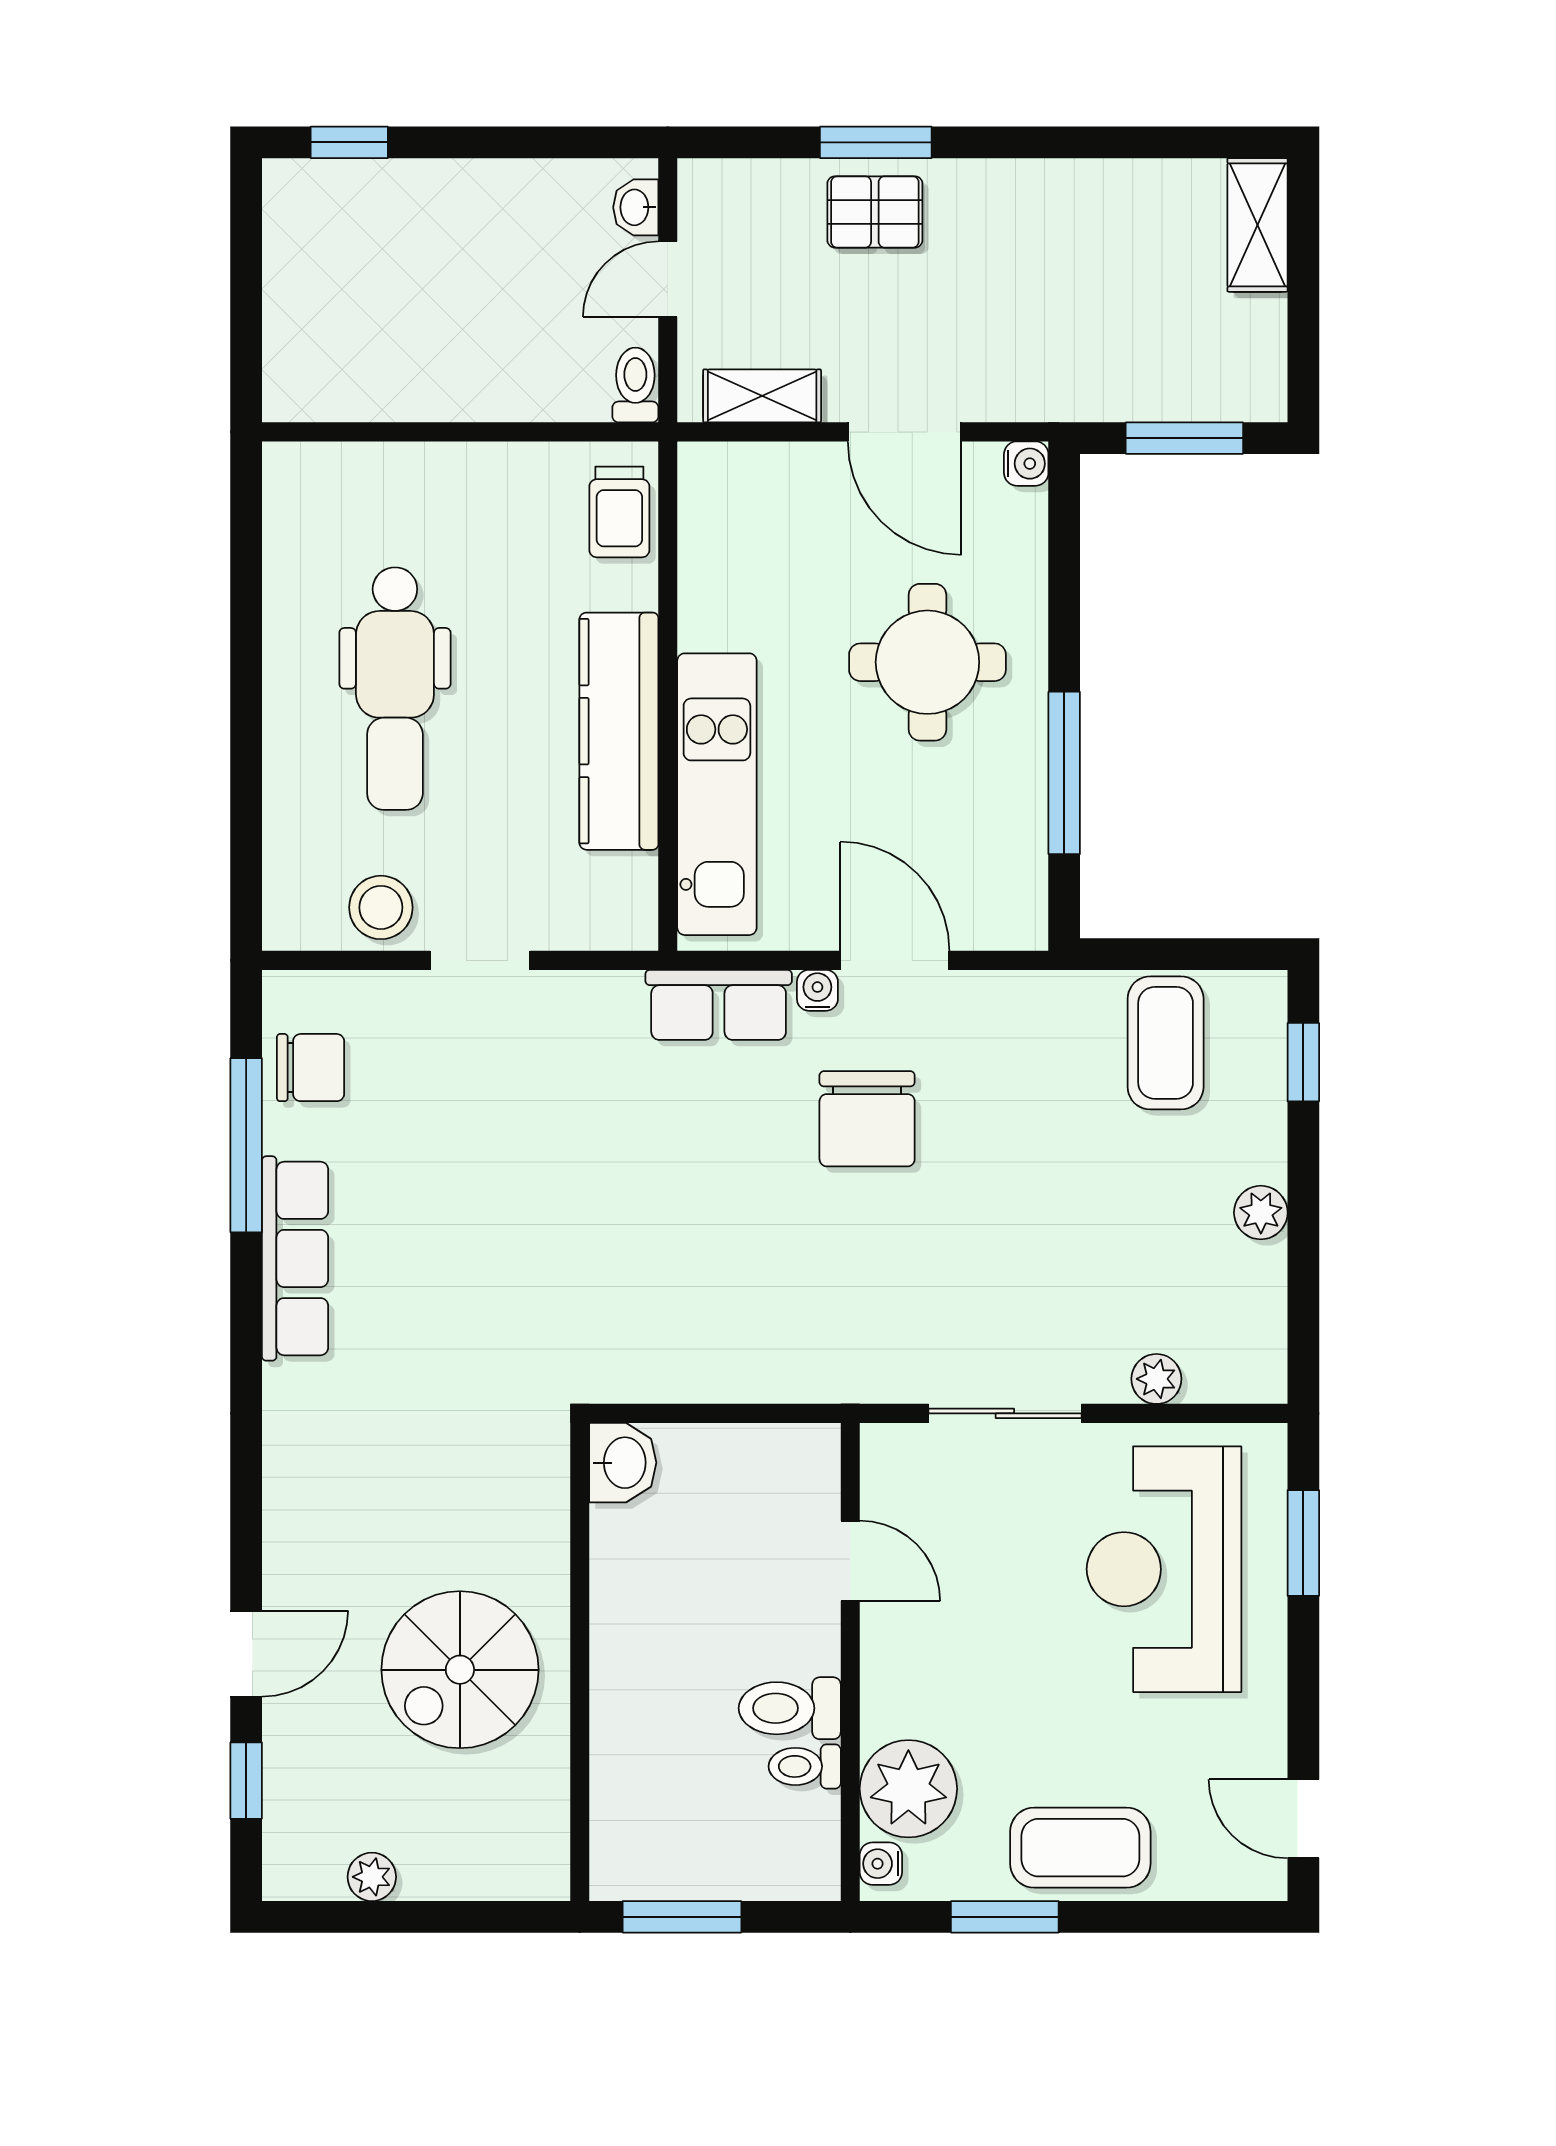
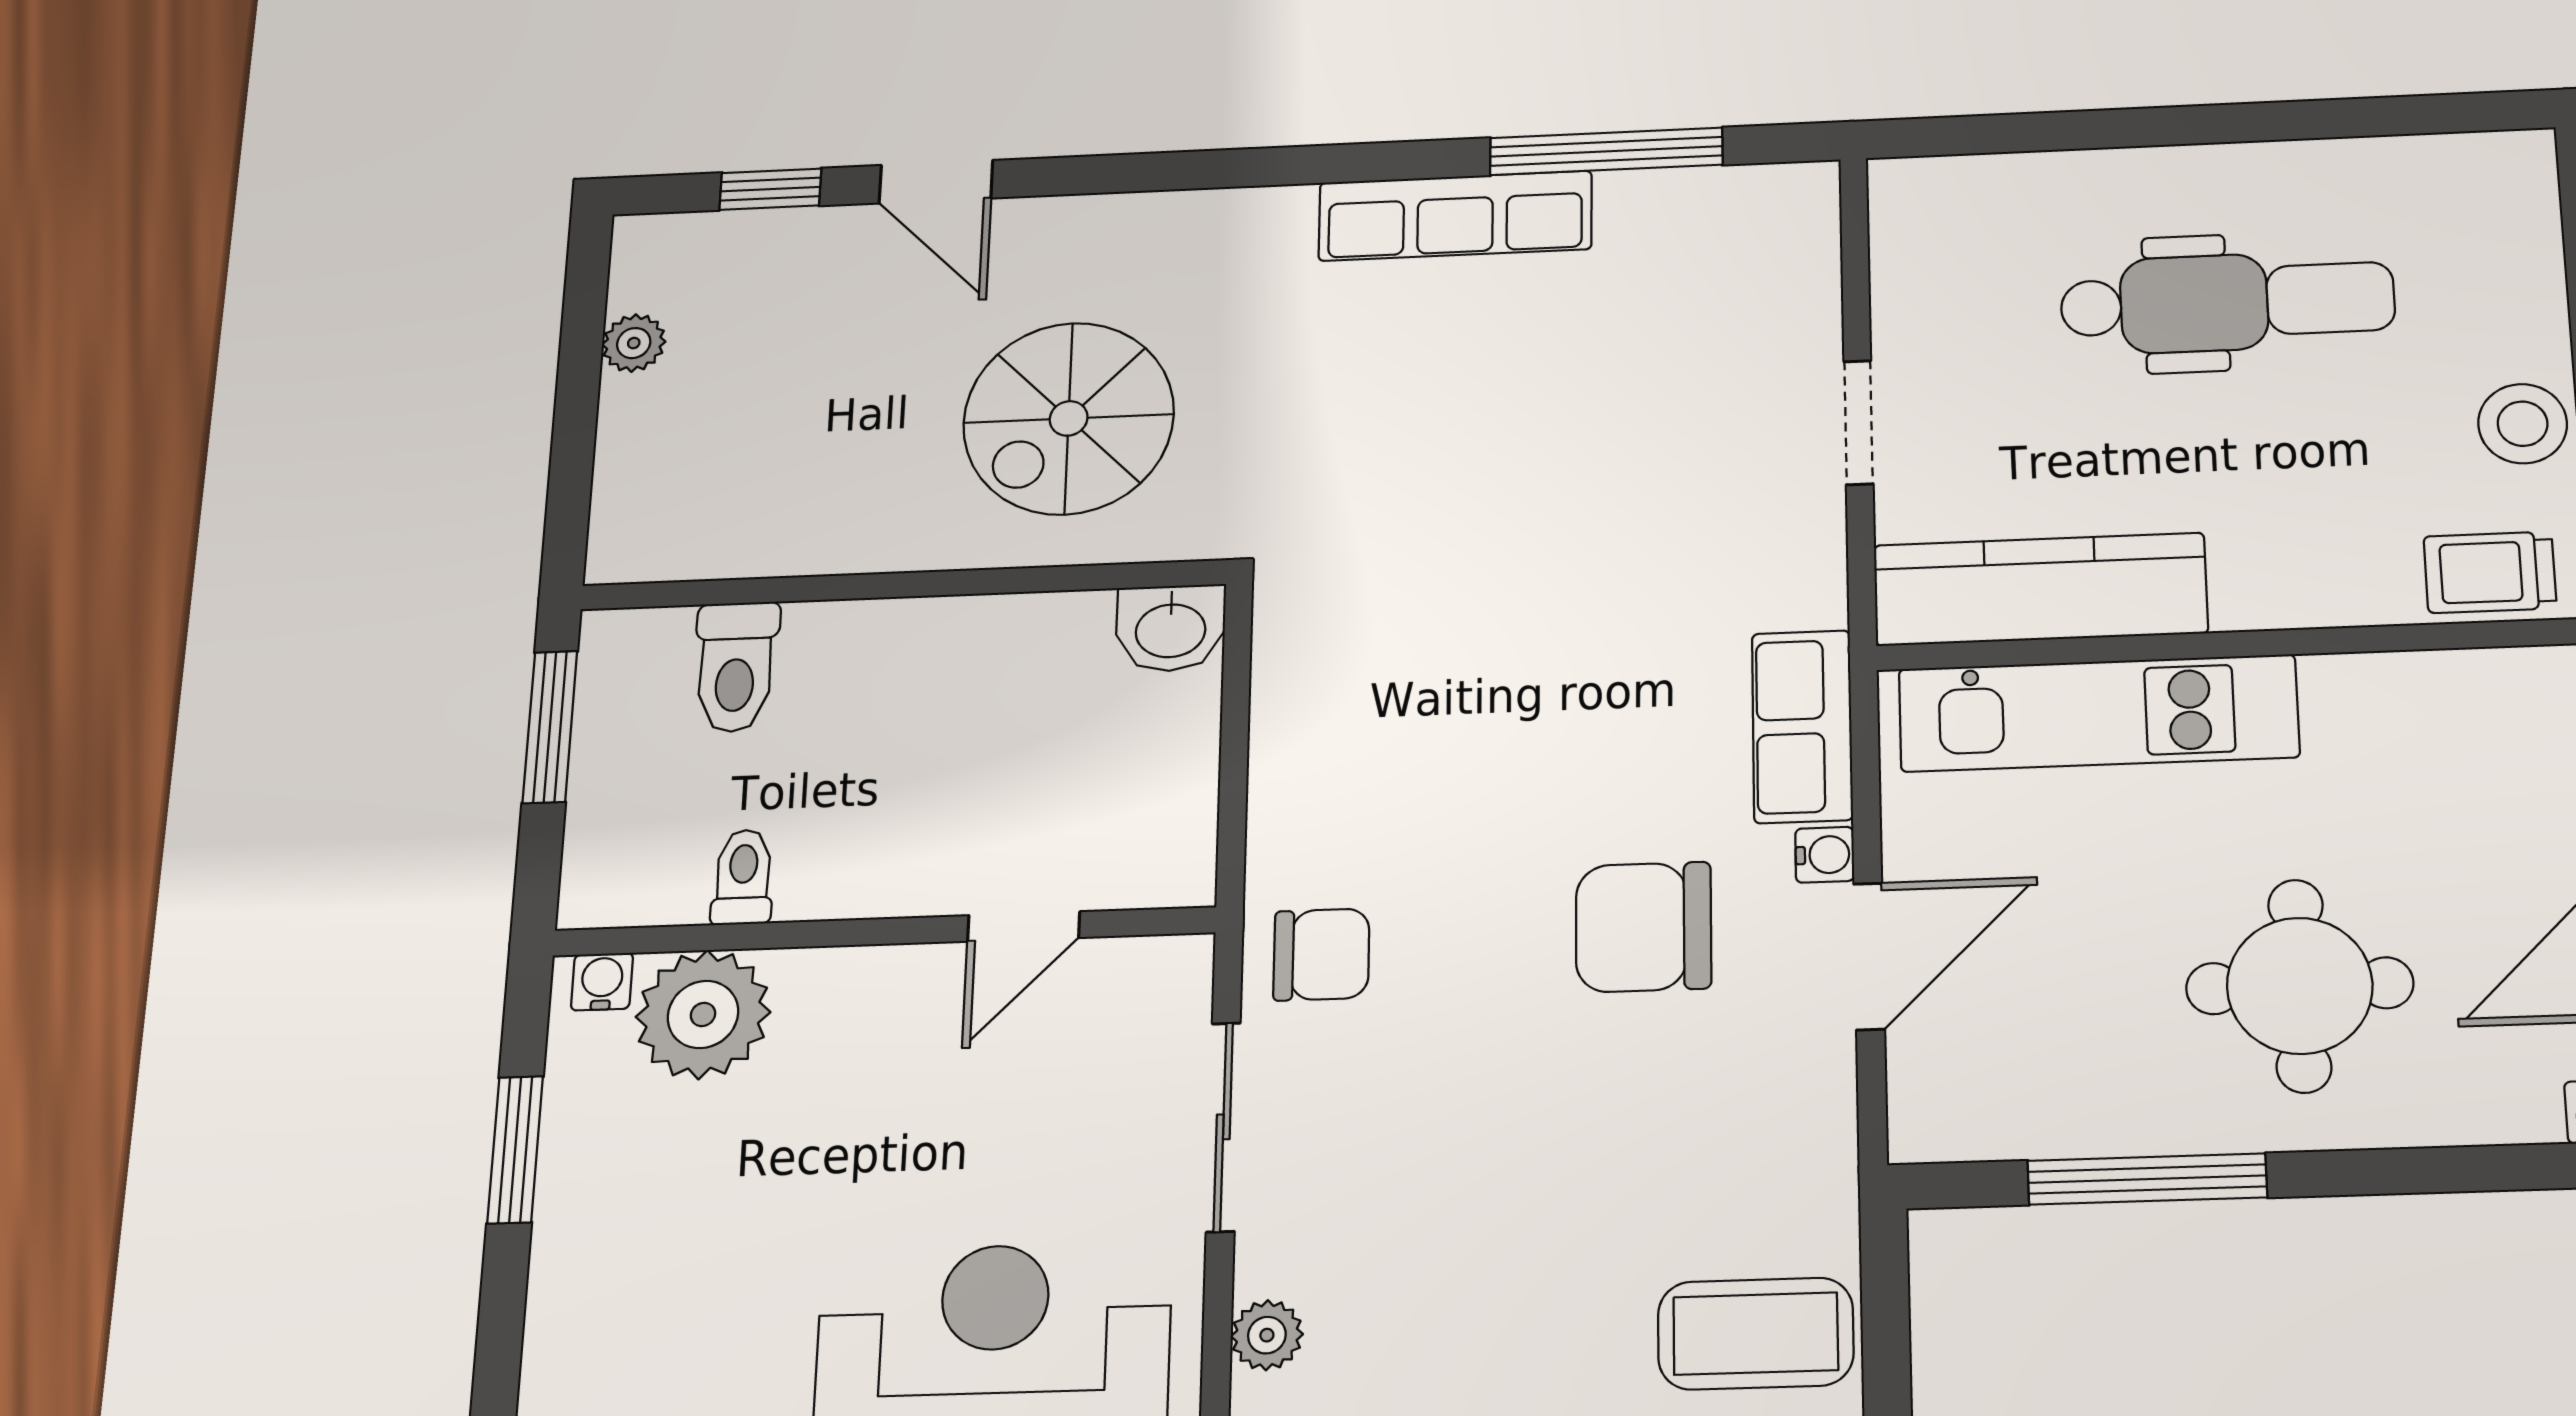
dental chair: (395, 689) -> (2227, 302), turned 180
kitchen counter: (619, 731) -> (2040, 589), moved
stool: (381, 907) -> (2523, 424), moved
chair: (311, 1068) -> (1321, 955), moved, turned -90
spiral stairs: (460, 1670) -> (1069, 418), moved, turned -90
toilet: (790, 1708) -> (736, 667), moved, turned 180
coffee table: (1080, 1848) -> (604, 1250), removed

